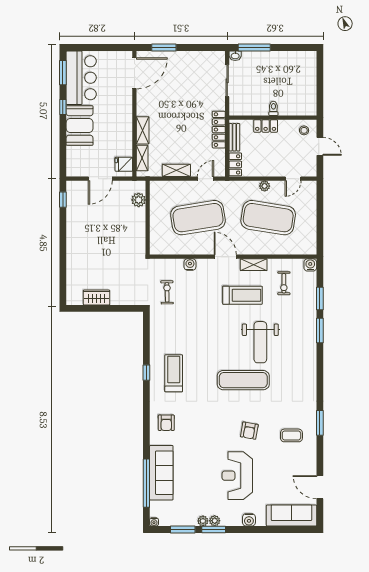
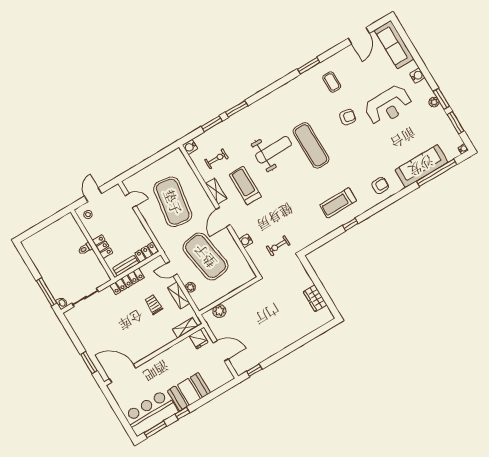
shelving: (143, 130) -> (163, 340), removed
trolley: (182, 141) -> (153, 305), added
plant: (265, 186) -> (190, 287), moved
plant: (203, 521) -> (440, 111), removed

